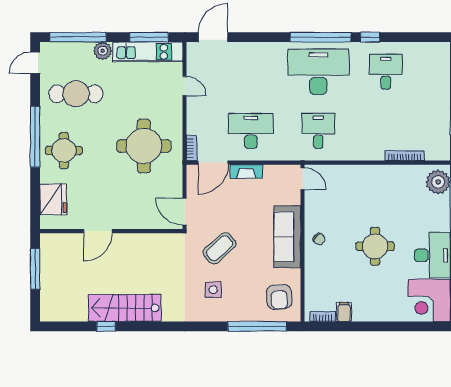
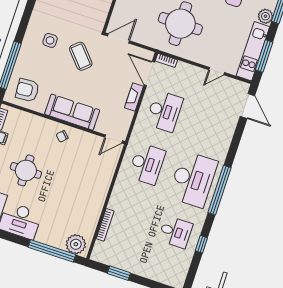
window: (370, 37) -> (201, 244), moved
desk: (318, 131) -> (147, 164), width x1.37
round table: (375, 246) -> (26, 170), moved

